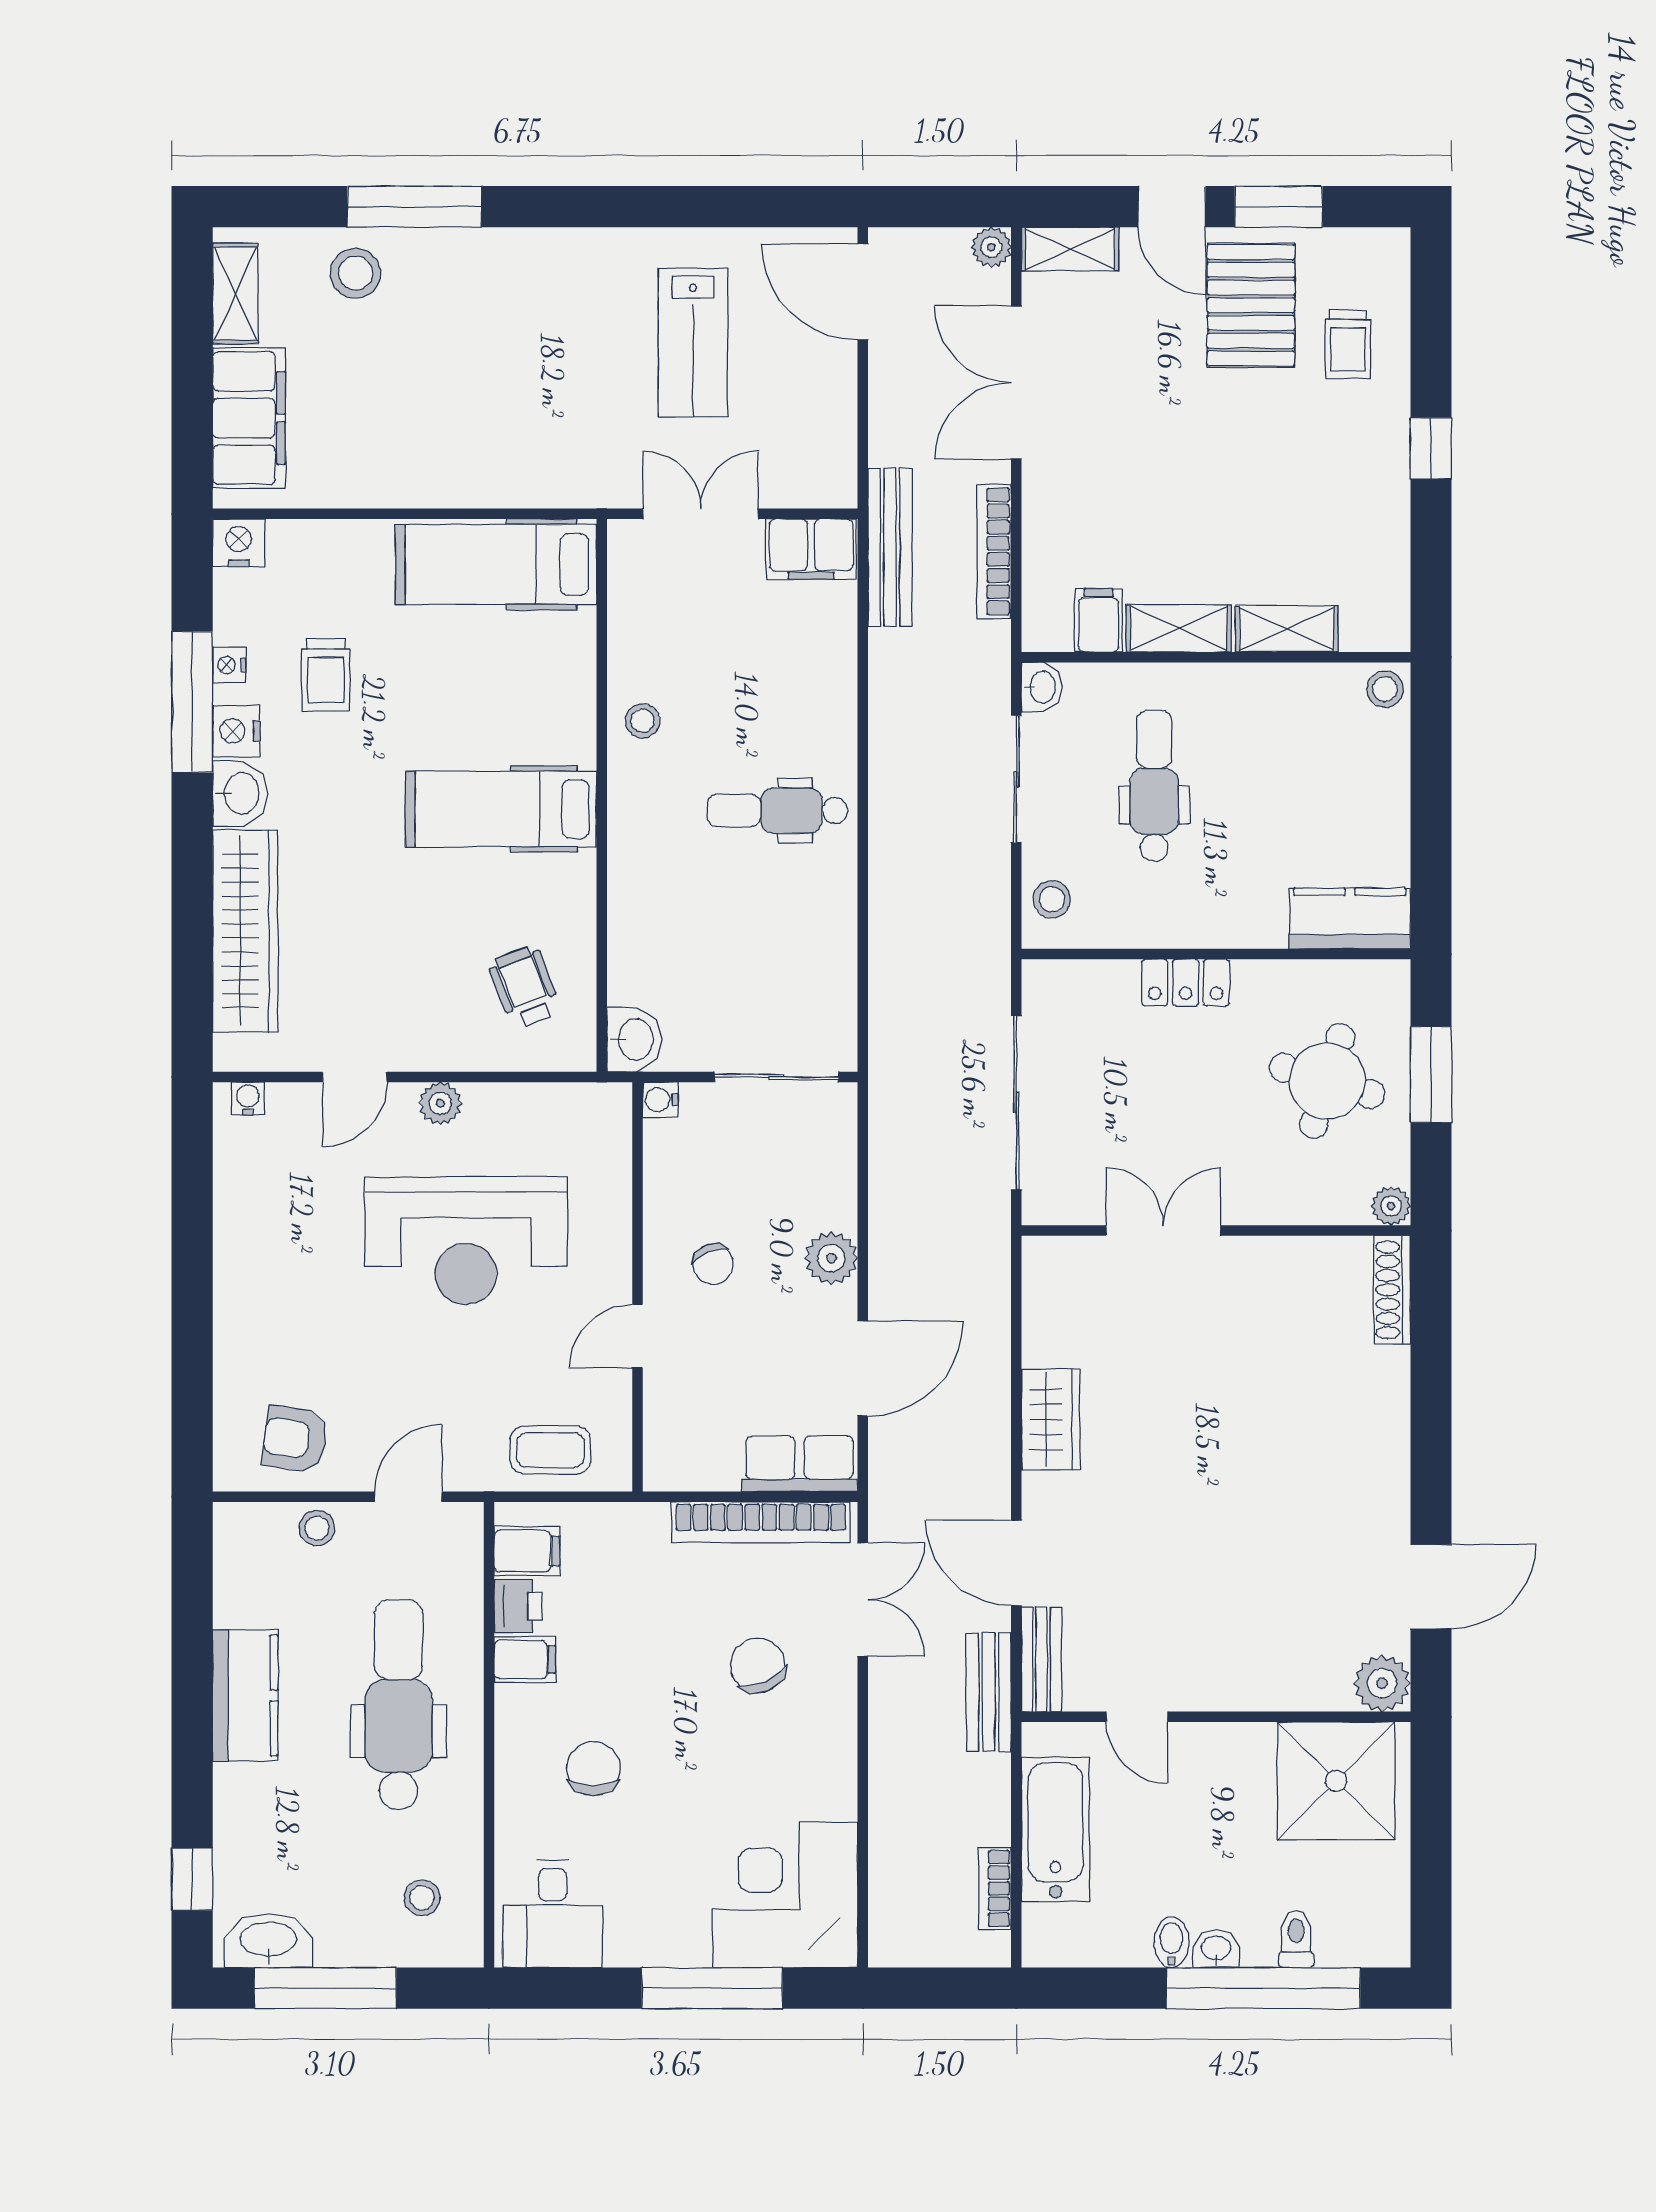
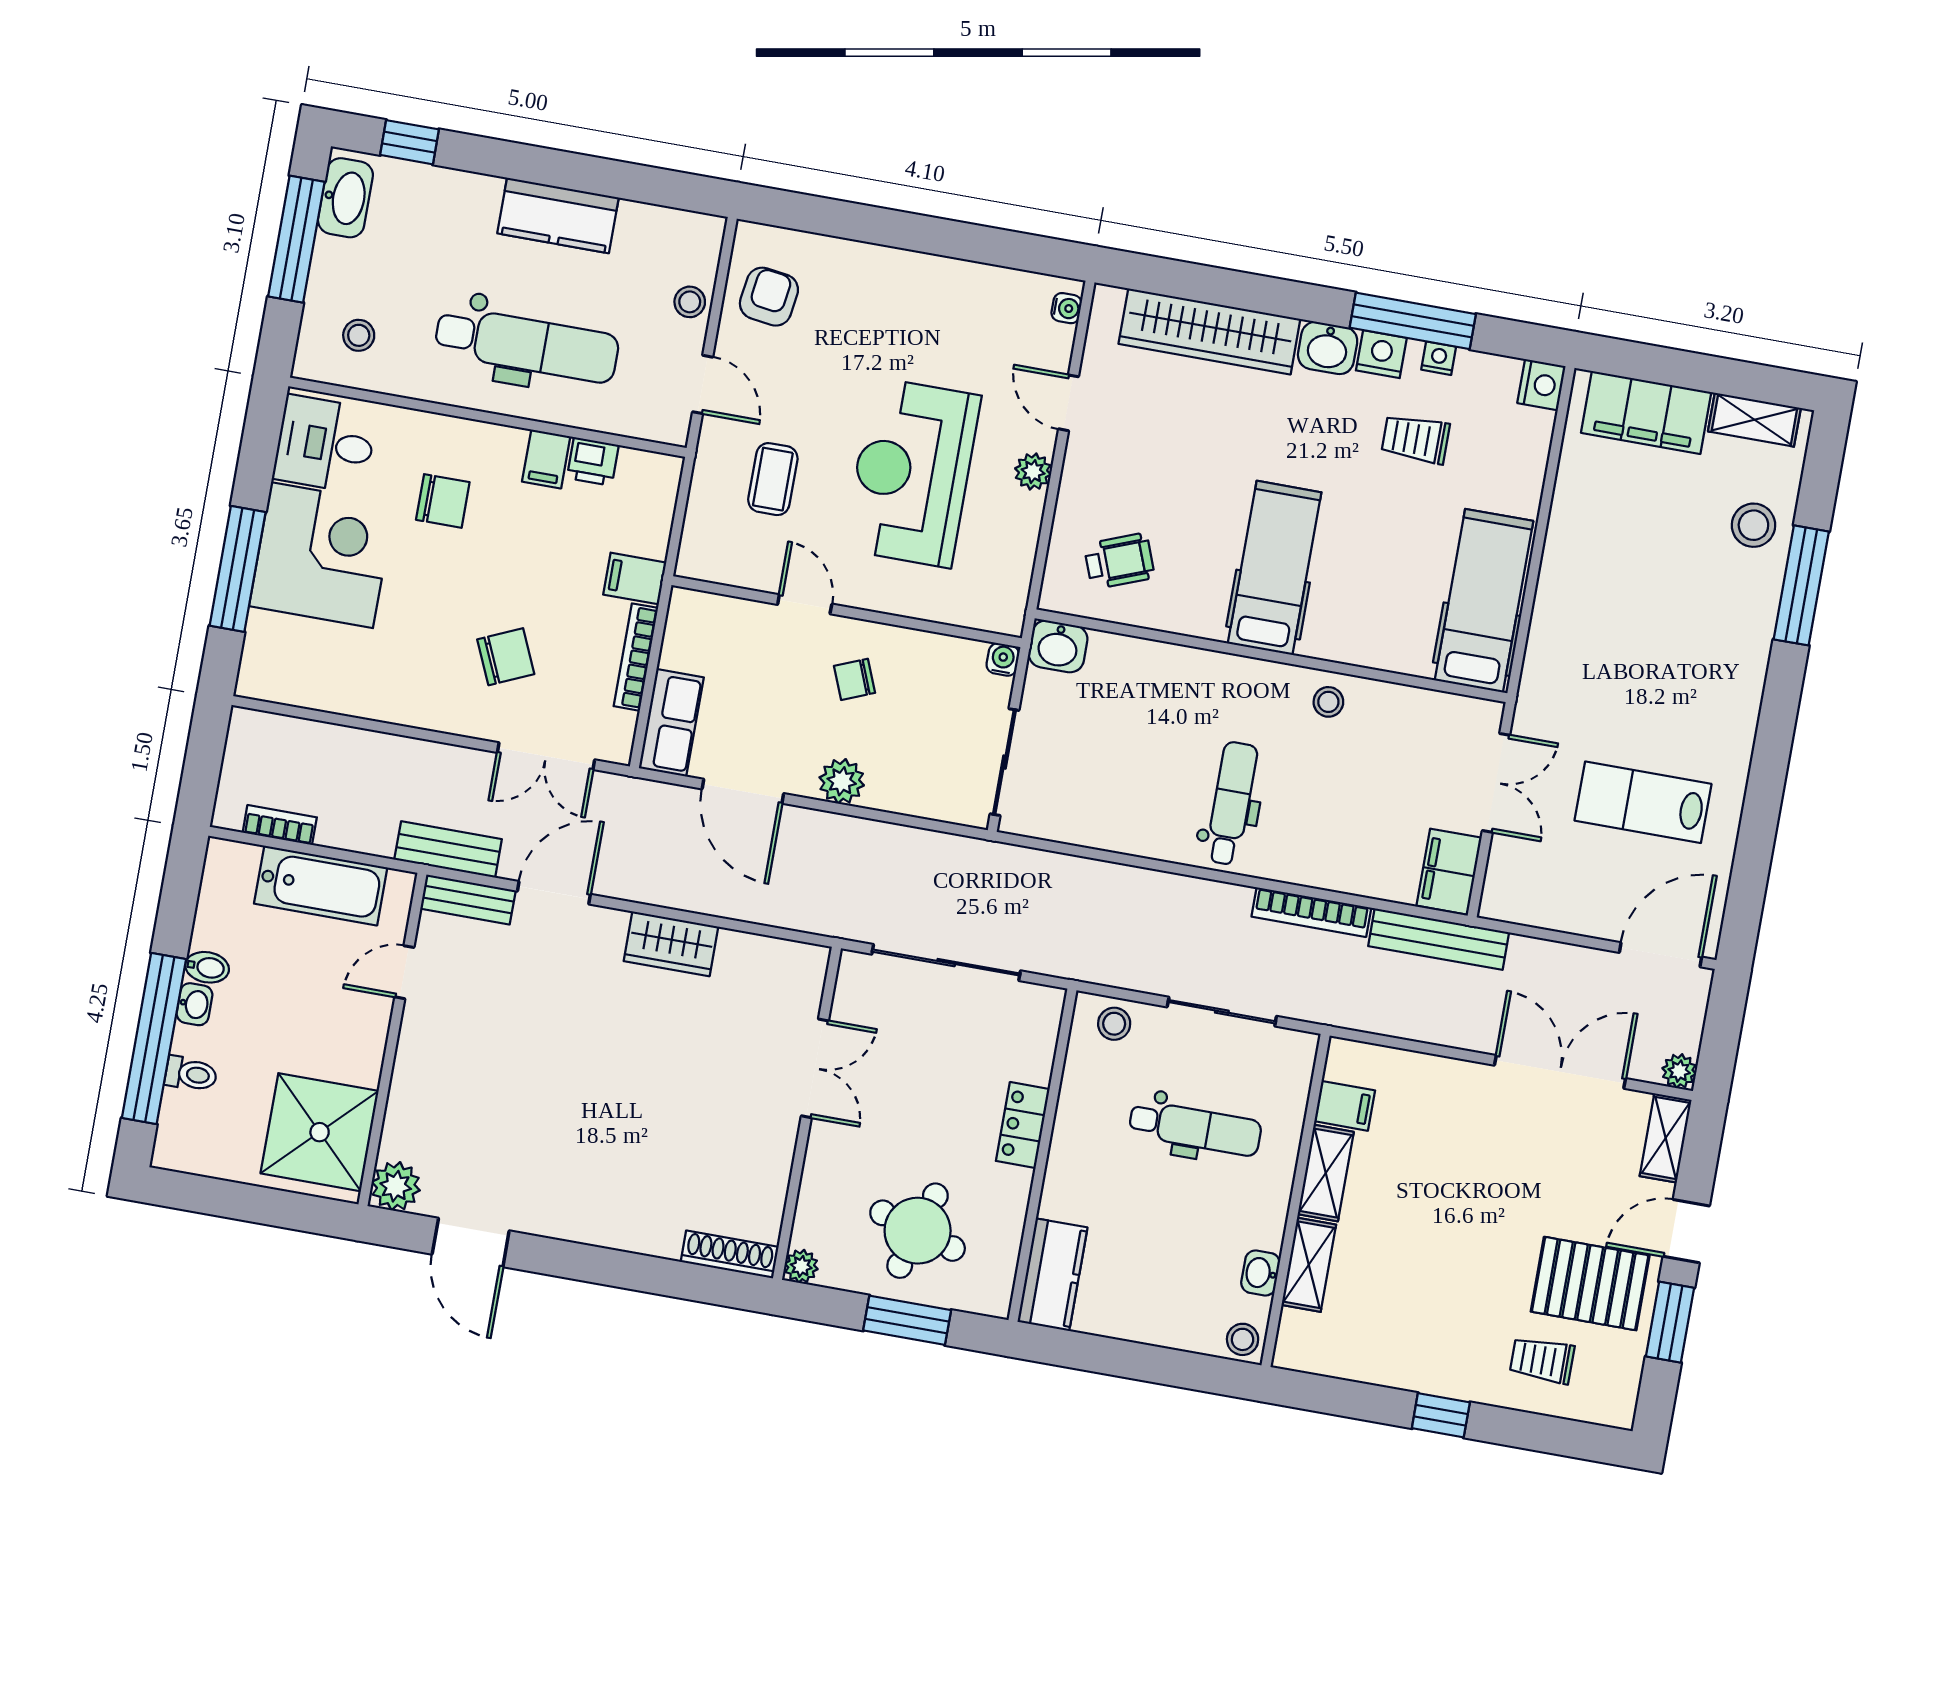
bookcase: (994, 551) -> (1311, 912), moved, turned 180
washbasin: (1042, 687) -> (1260, 1273), moved, turned 90
coffee table: (550, 1450) -> (773, 479), moved
bookcase: (761, 1522) -> (636, 657), width x0.68, depth x0.76
filing cabinet: (527, 1551) -> (635, 579), moved, turned 90
corner desk: (785, 1895) -> (322, 555), moved

